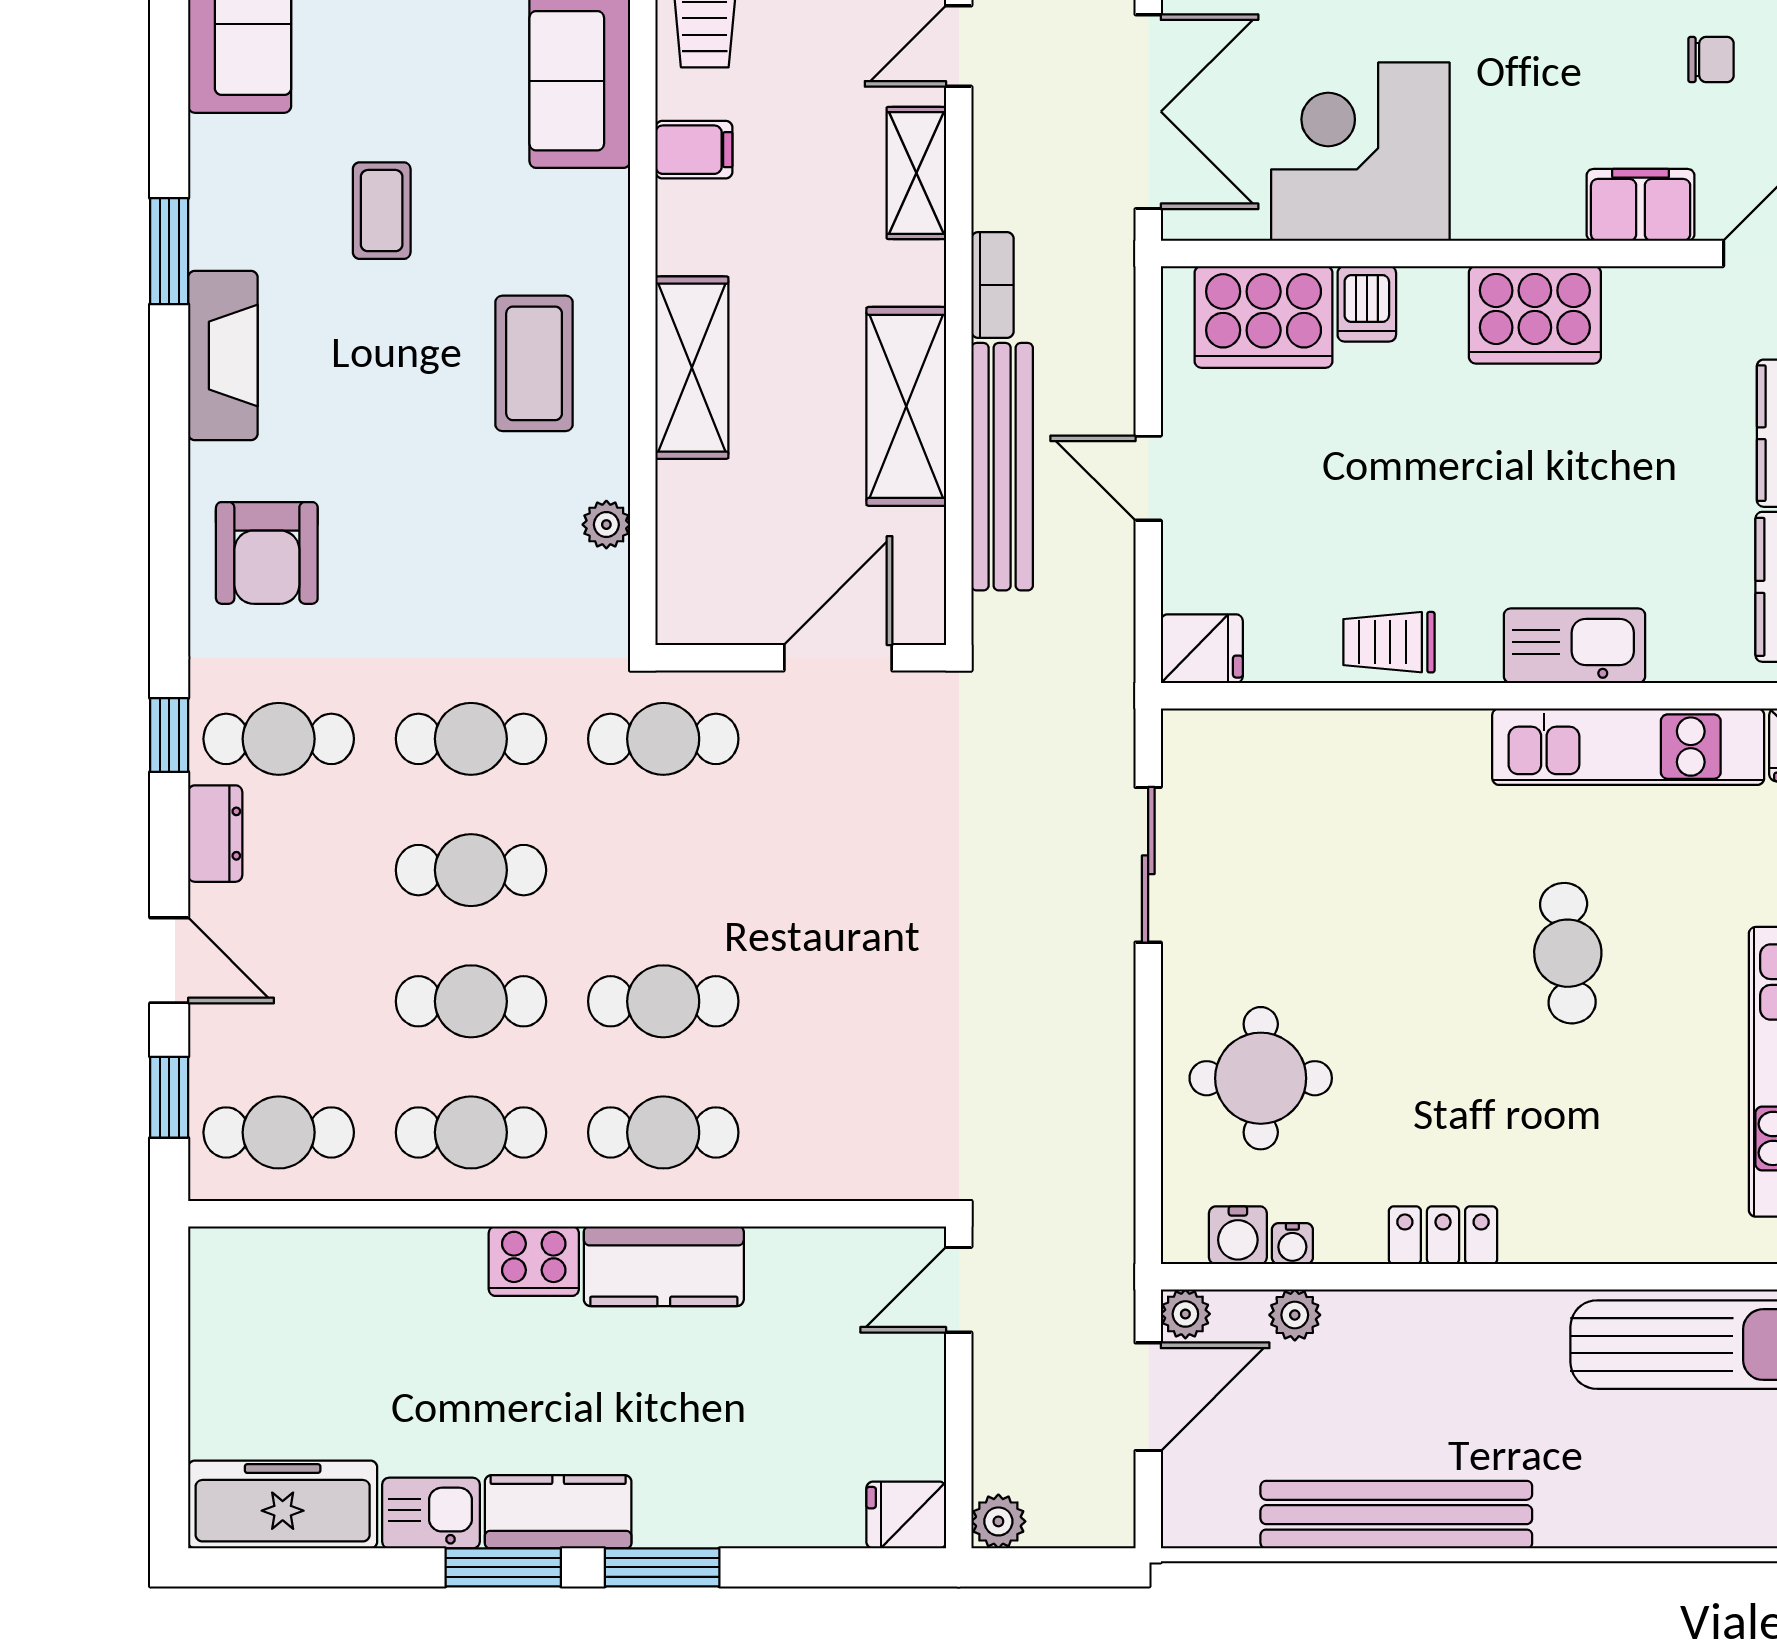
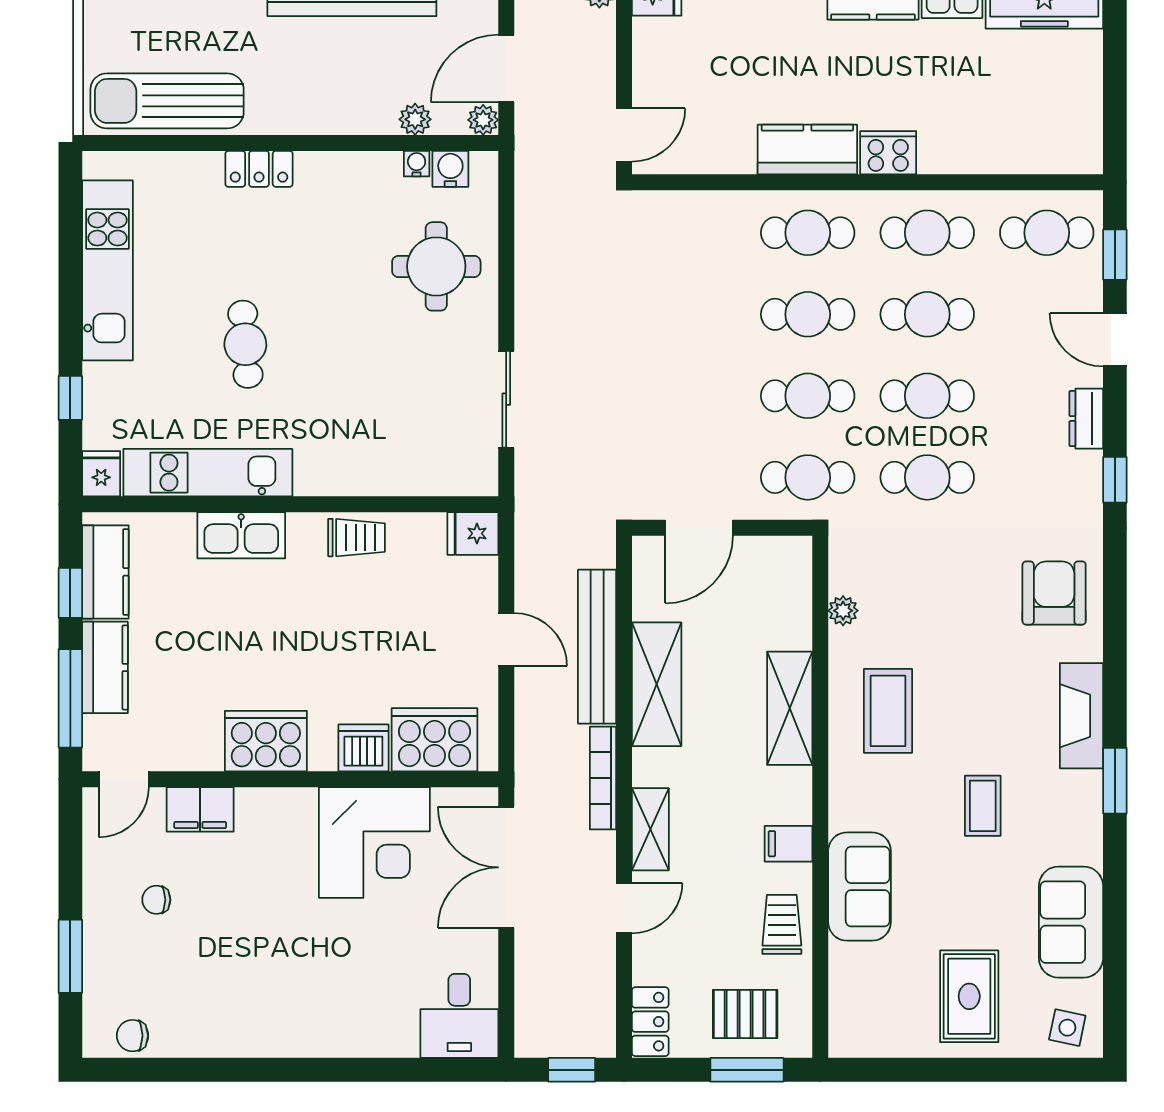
bookcase: (993, 285) -> (603, 778), width x1.56
dishwasher: (1367, 304) -> (363, 748), width x1.38
cafe table: (279, 739) -> (808, 396), moved
locker: (1443, 1235) -> (259, 169), moved

